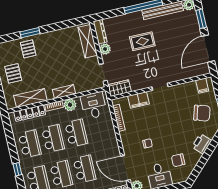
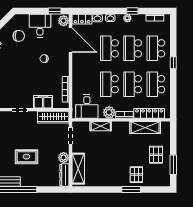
wardrobe: (119, 88) -> (53, 117), width x1.50
shelving: (64, 92) -> (101, 126), moved

